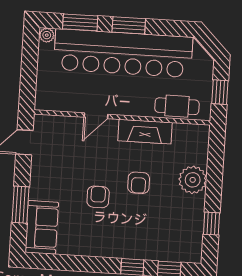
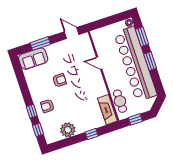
fireplace: (145, 132) -> (107, 110), moved
plant: (193, 180) -> (68, 130), moved
armchair: (139, 183) -> (47, 106), moved
window: (212, 224) -> (92, 134), moved

